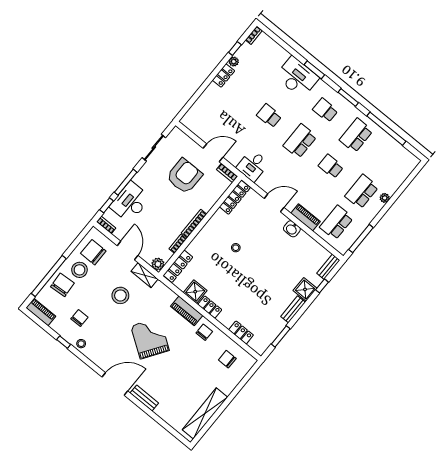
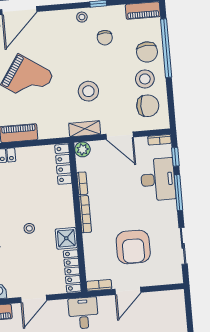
shower: (195, 292) -> (66, 238), moved

